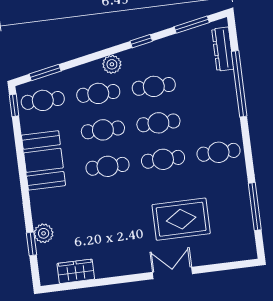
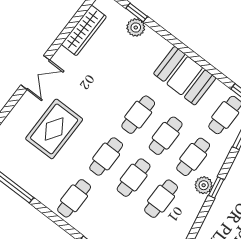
window: (141, 41) -> (216, 187), moved
wardrobe: (76, 271) -> (84, 31), width x1.50
double door: (172, 273) -> (35, 72), moved

